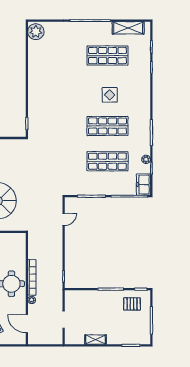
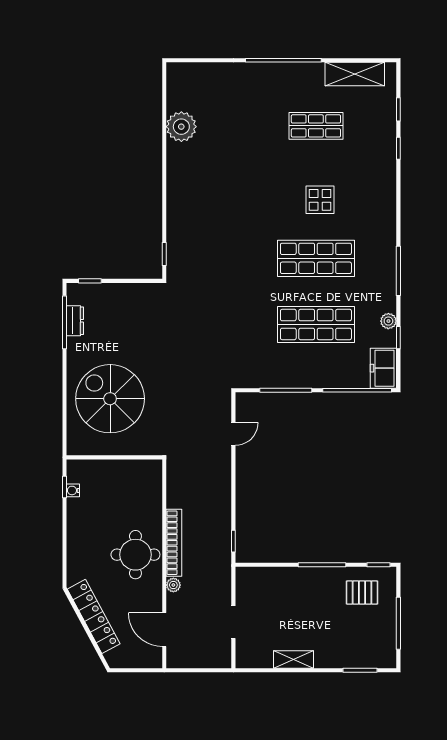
plant: (36, 32) -> (181, 127), moved
shop shelf: (107, 56) -> (316, 126), width x0.70, depth x0.74

